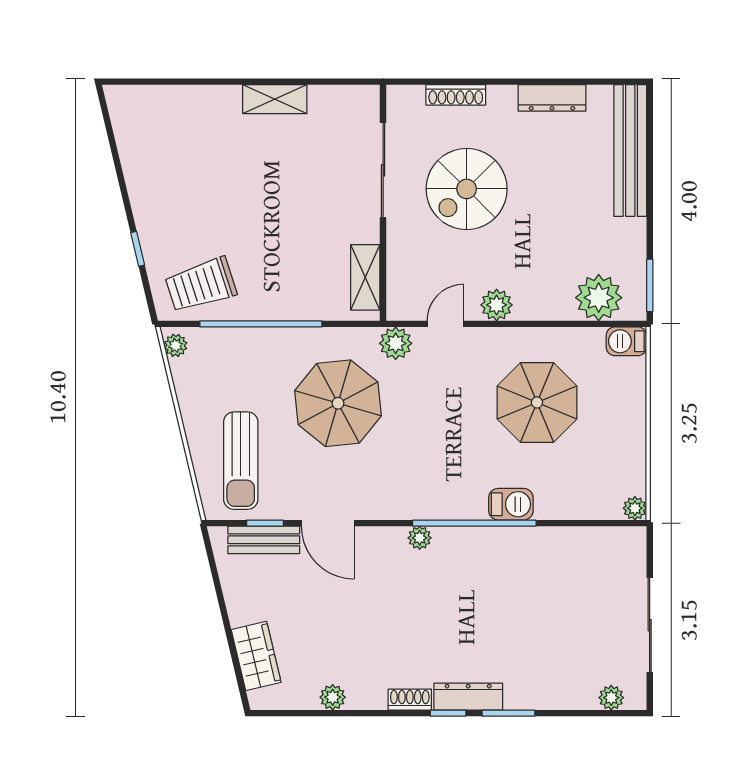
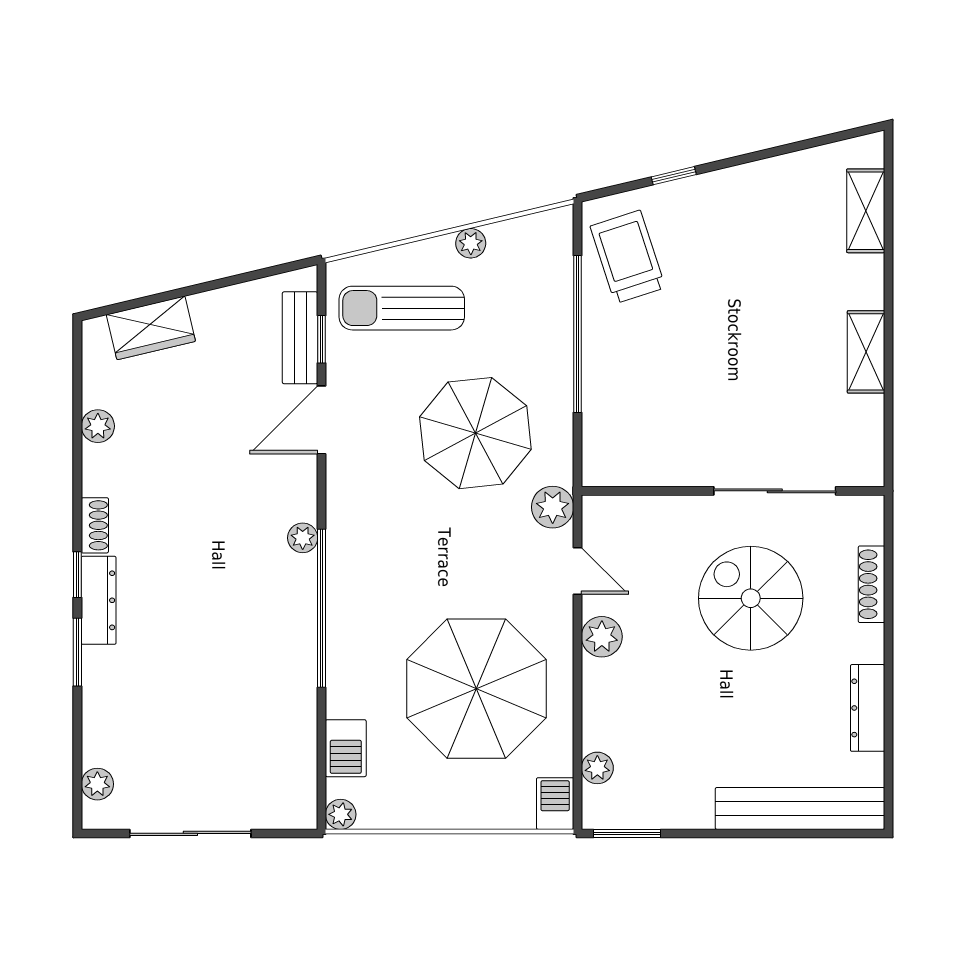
shelving: (365, 277) -> (866, 211), moved, turned 90
plant: (599, 298) -> (597, 768), width x0.53, depth x0.53
plant: (176, 345) -> (471, 243), moved
parasol: (537, 402) -> (476, 689), width x1.36, depth x1.36
barbecue: (511, 504) -> (346, 748), moved

